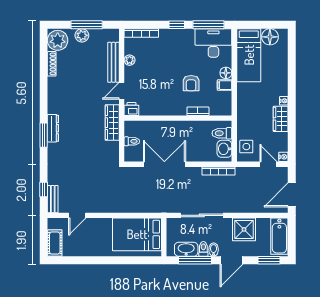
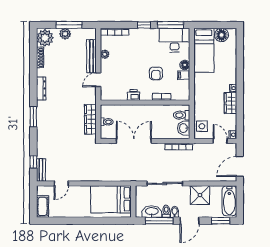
printer: (131, 109) -> (134, 95), moved
wardrobe: (112, 123) -> (90, 119), moved
dresser: (53, 128) -> (41, 89), moved

